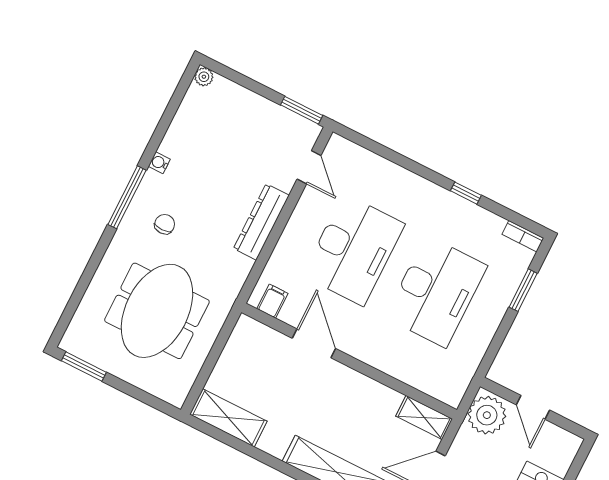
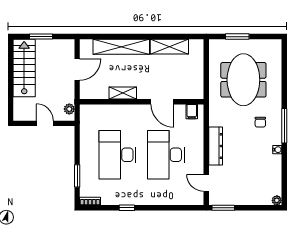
window: (84, 367) -> (237, 37), moved
plant: (487, 415) -> (69, 109), width x0.53, depth x0.53
shelving: (228, 418) -> (169, 47), moved
shelving: (424, 418) -> (123, 93), moved

